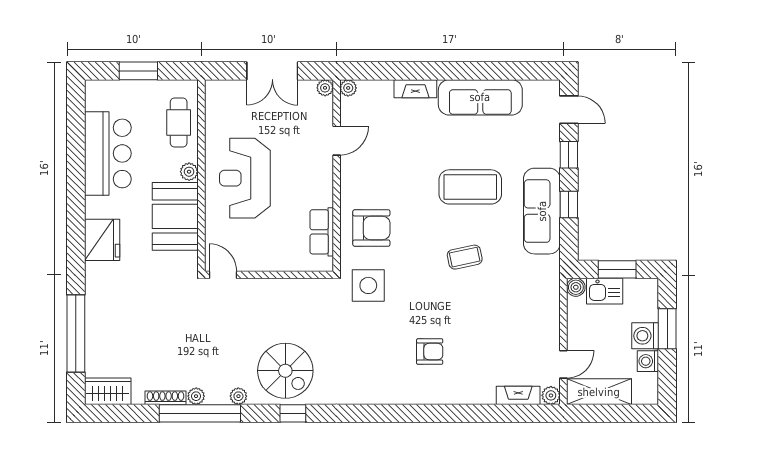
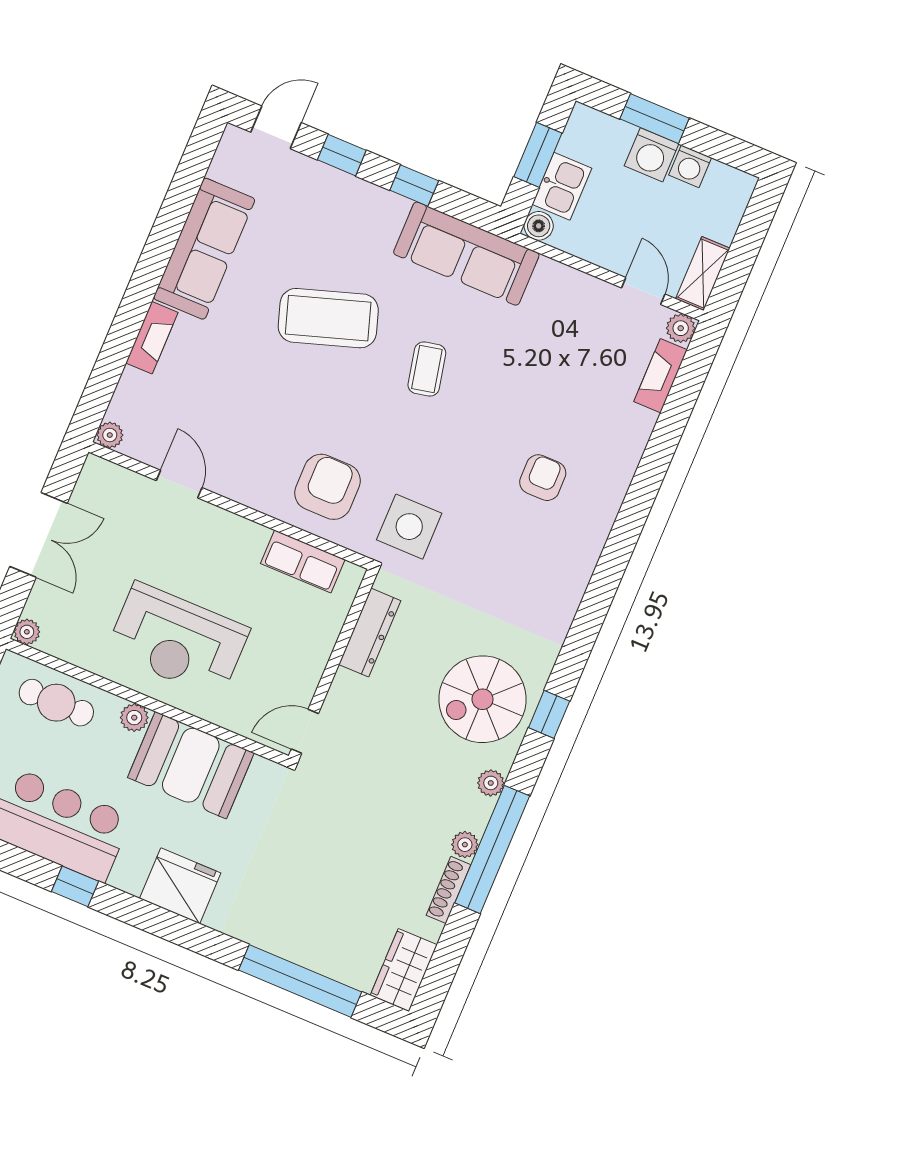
plant: (325, 88) -> (27, 632), moved
window: (76, 179) -> (75, 886), added
coffee table: (470, 187) -> (328, 318), turned 72
sofa: (542, 211) -> (466, 254), moved
dresser: (297, 288) -> (370, 633), added
spiral stairs: (285, 371) -> (483, 699), turned 180
shelving: (599, 392) -> (703, 274), width x0.67, depth x0.75

